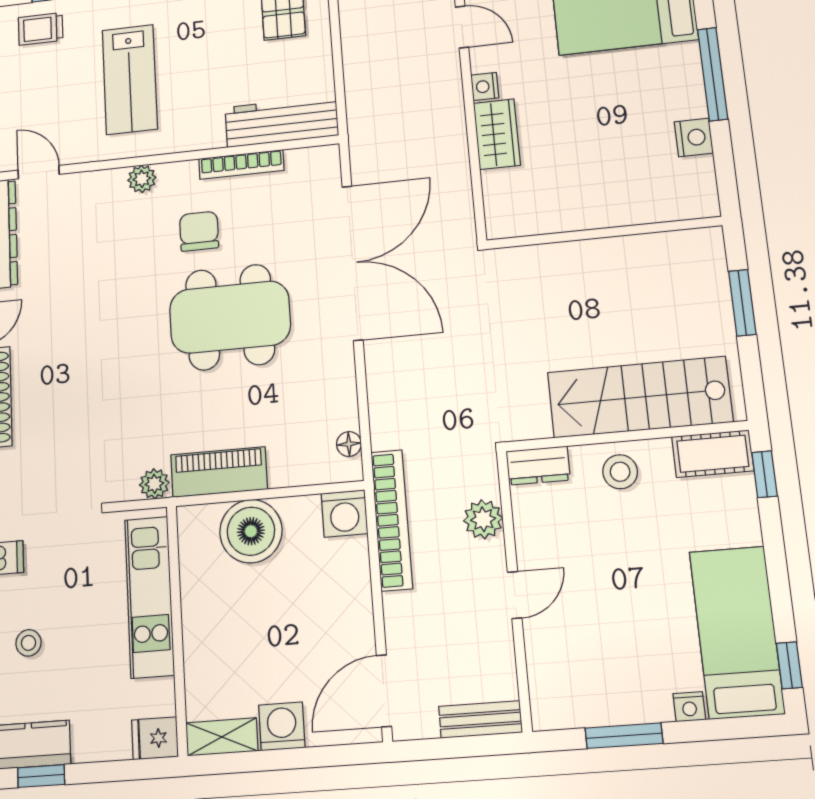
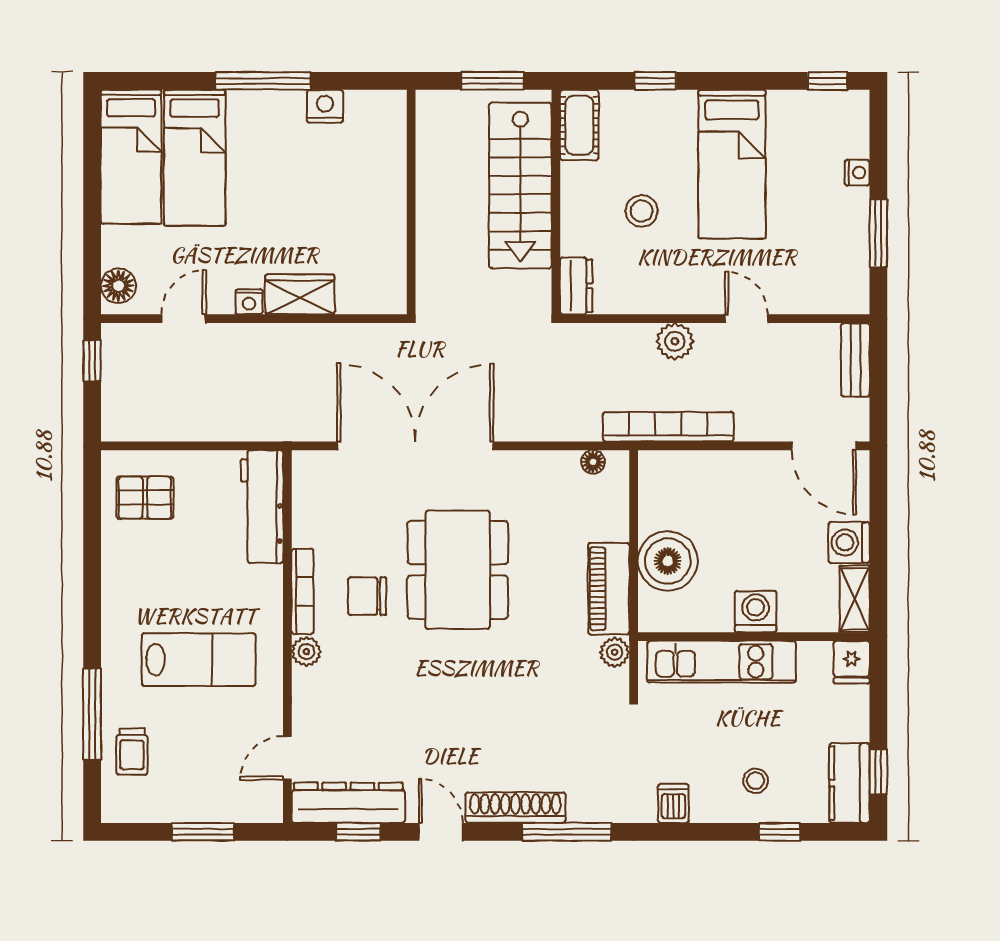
bookcase: (241, 164) -> (303, 591), moved
stairs: (640, 397) -> (520, 185), moved
wall: (626, 436) -> (556, 202), moved
cot: (713, 454) -> (579, 125), moved
dresser: (538, 466) -> (576, 286), moved
washing machine: (344, 514) -> (756, 612), moved, turned -90
bed: (737, 632) -> (732, 164), moved, turned -90

